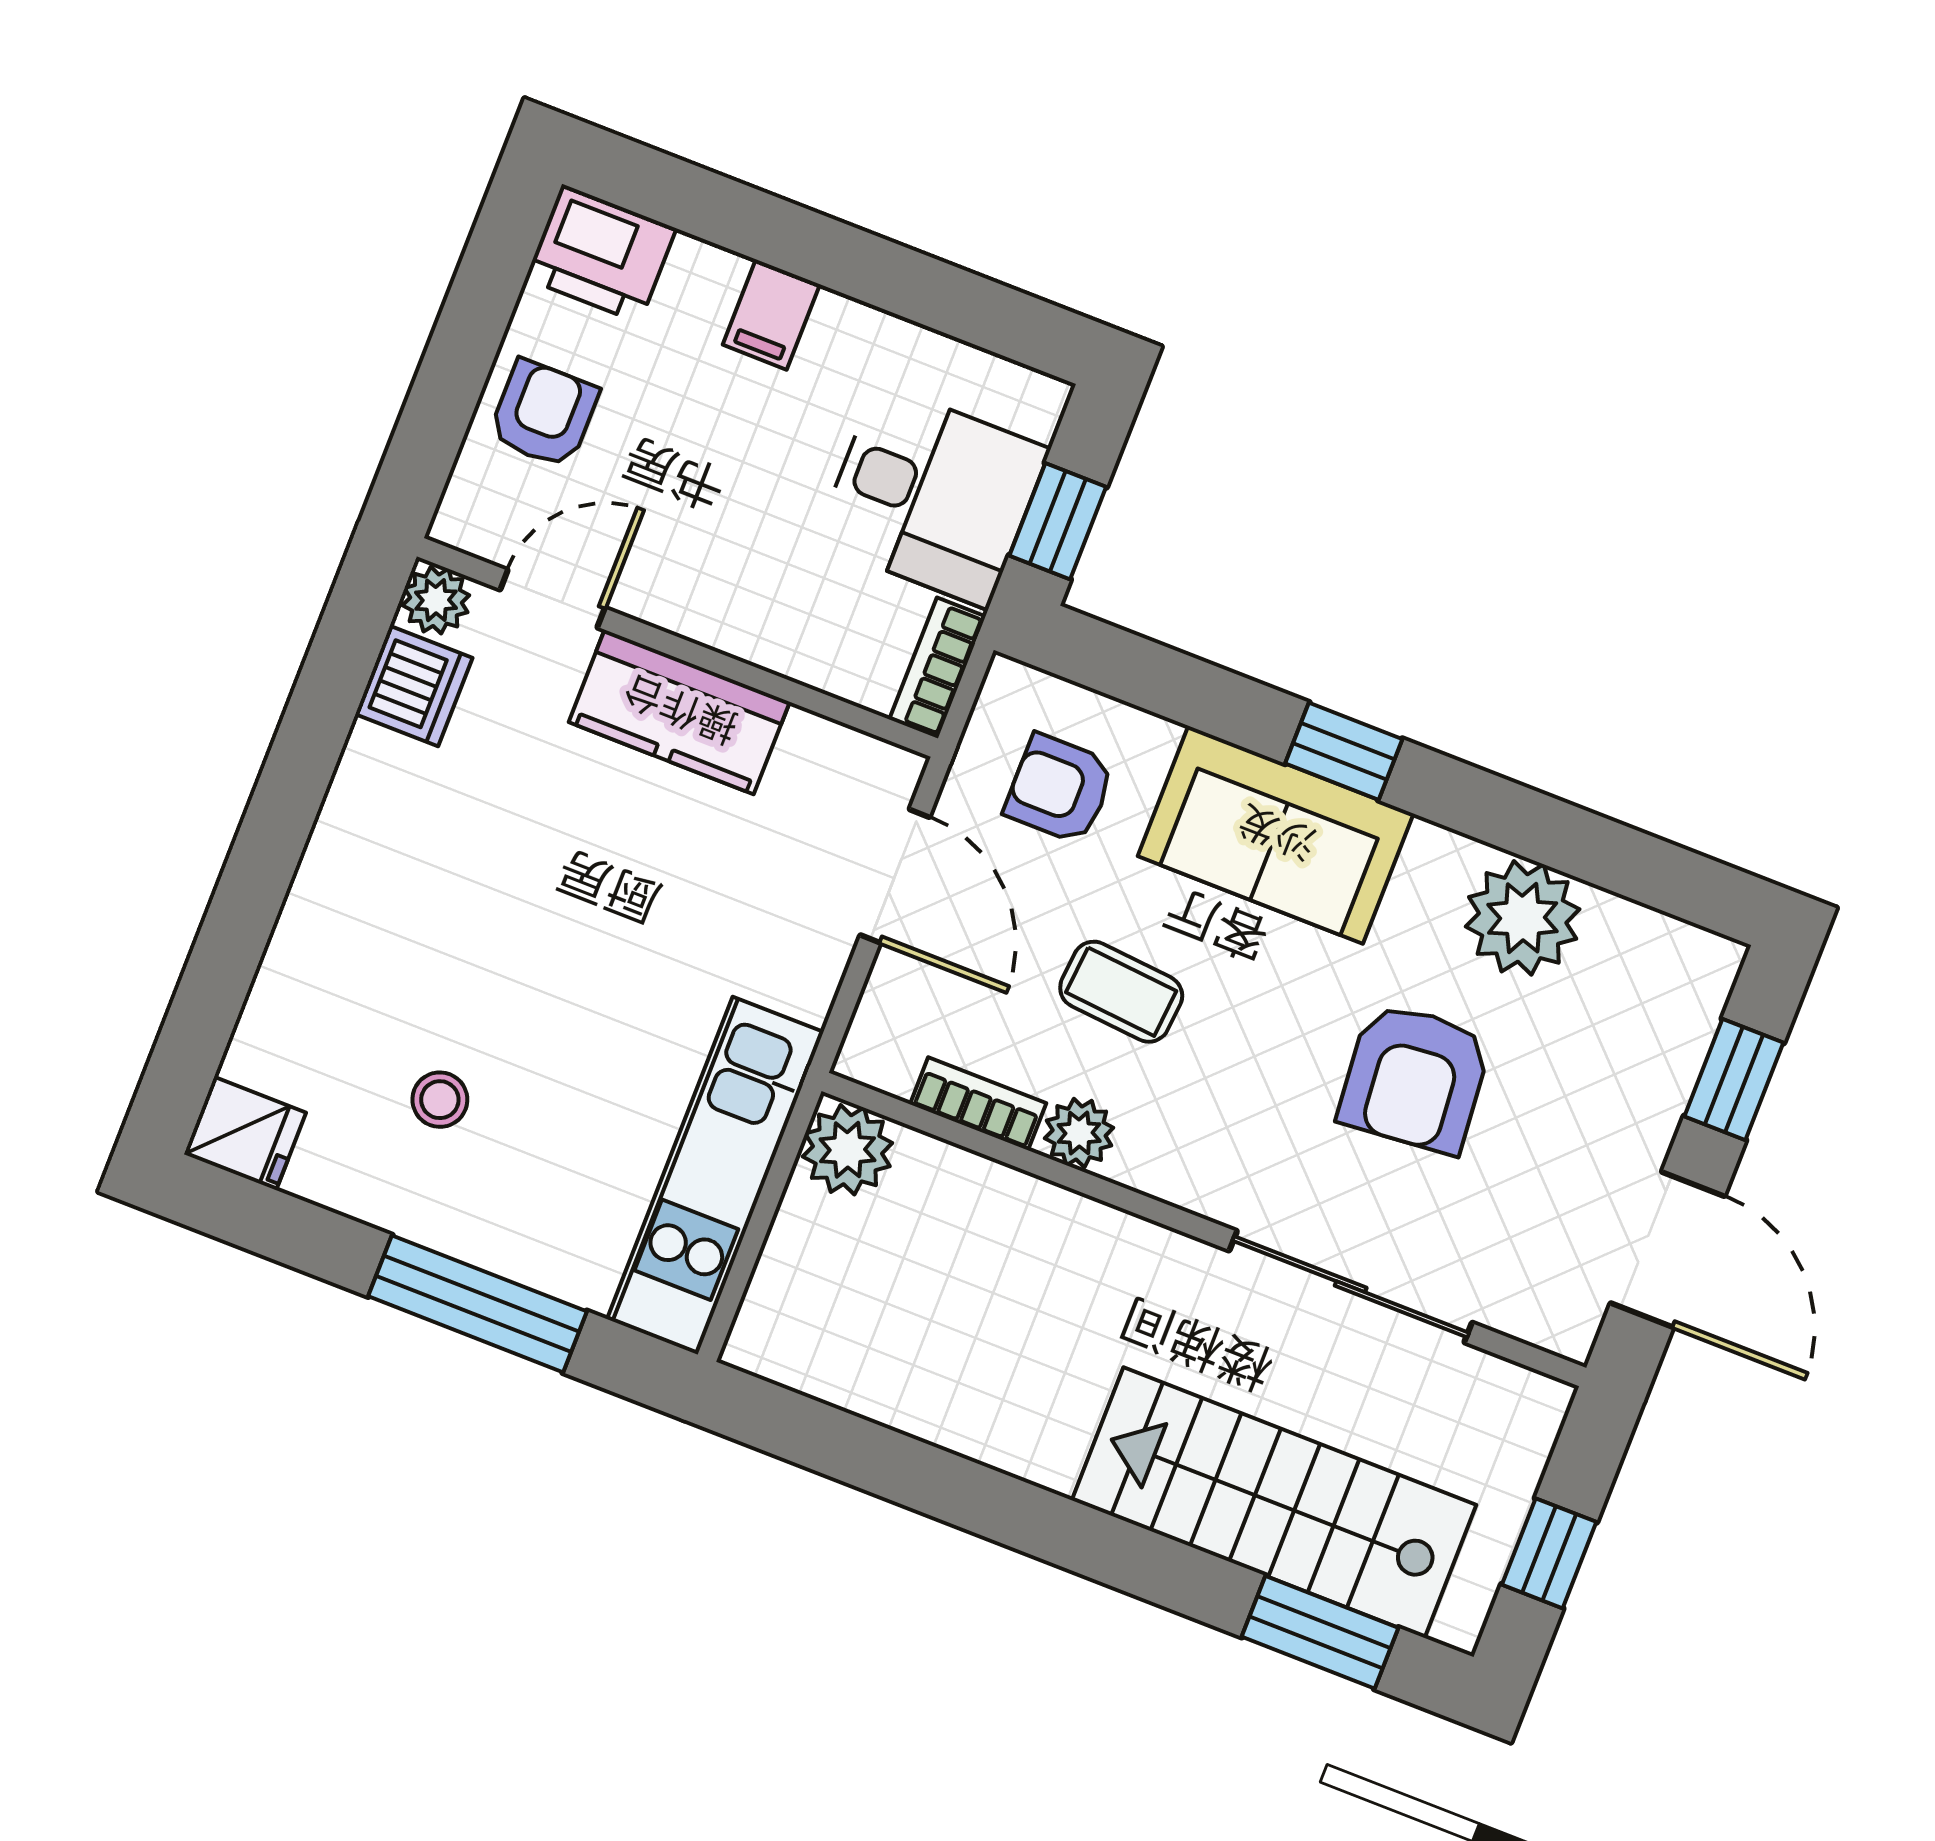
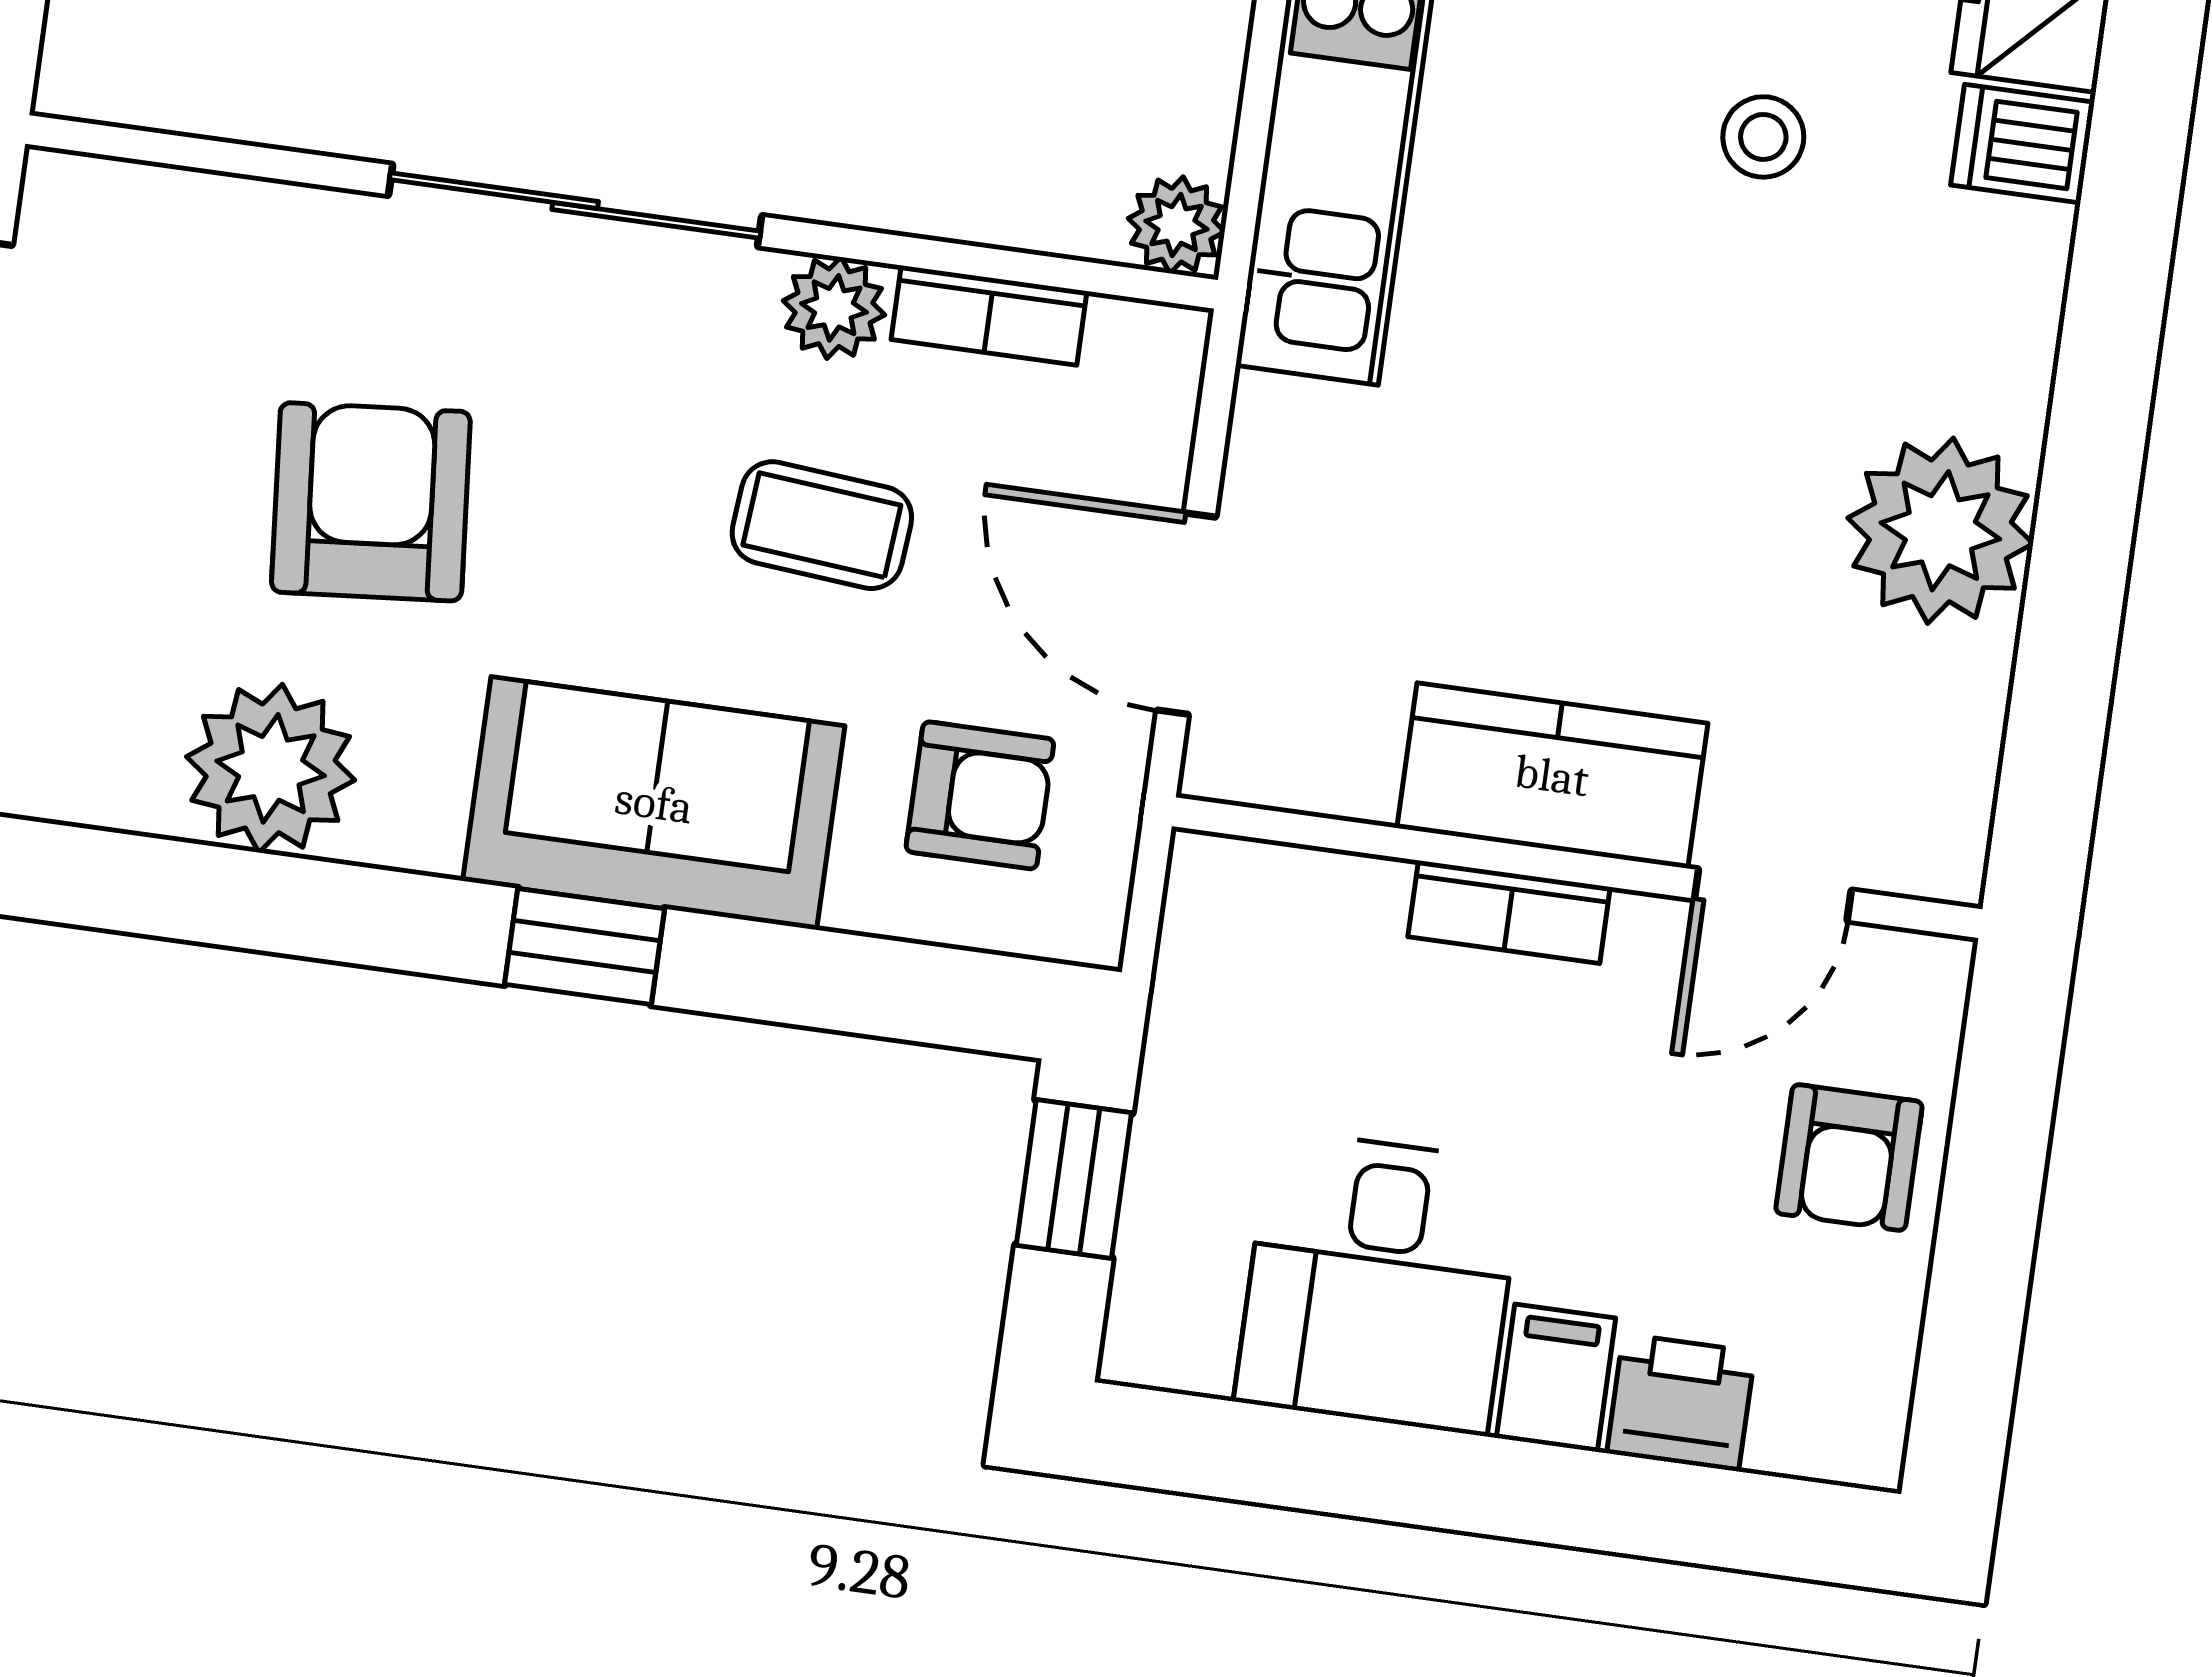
printer: (601, 253) -> (1681, 1403), moved, width x0.73, depth x0.81
desk: (932, 496) -> (1379, 1282), moved, turned -90
plant: (436, 600) -> (1940, 531), moved, width x1.87, depth x1.87
bookcase: (937, 668) -> (1509, 912), moved, turned 90
dishwasher: (414, 686) -> (2023, 144), moved, width x0.73
plant: (847, 1150) -> (1176, 225), width x0.73, depth x0.73
sliding door: (1351, 1287) -> (575, 205), moved

